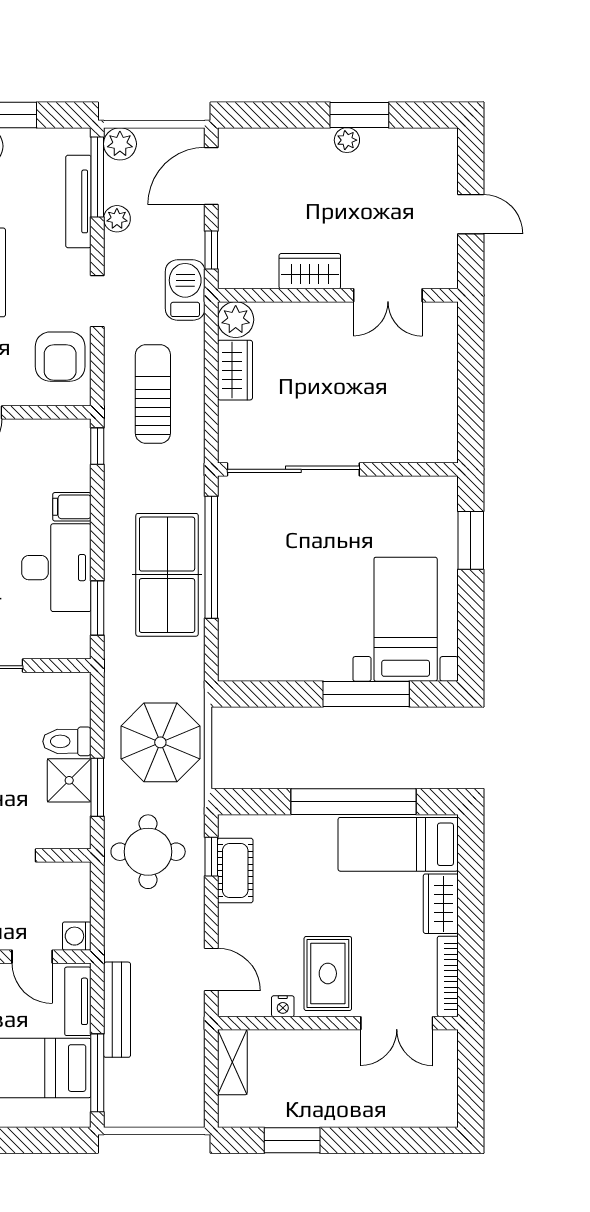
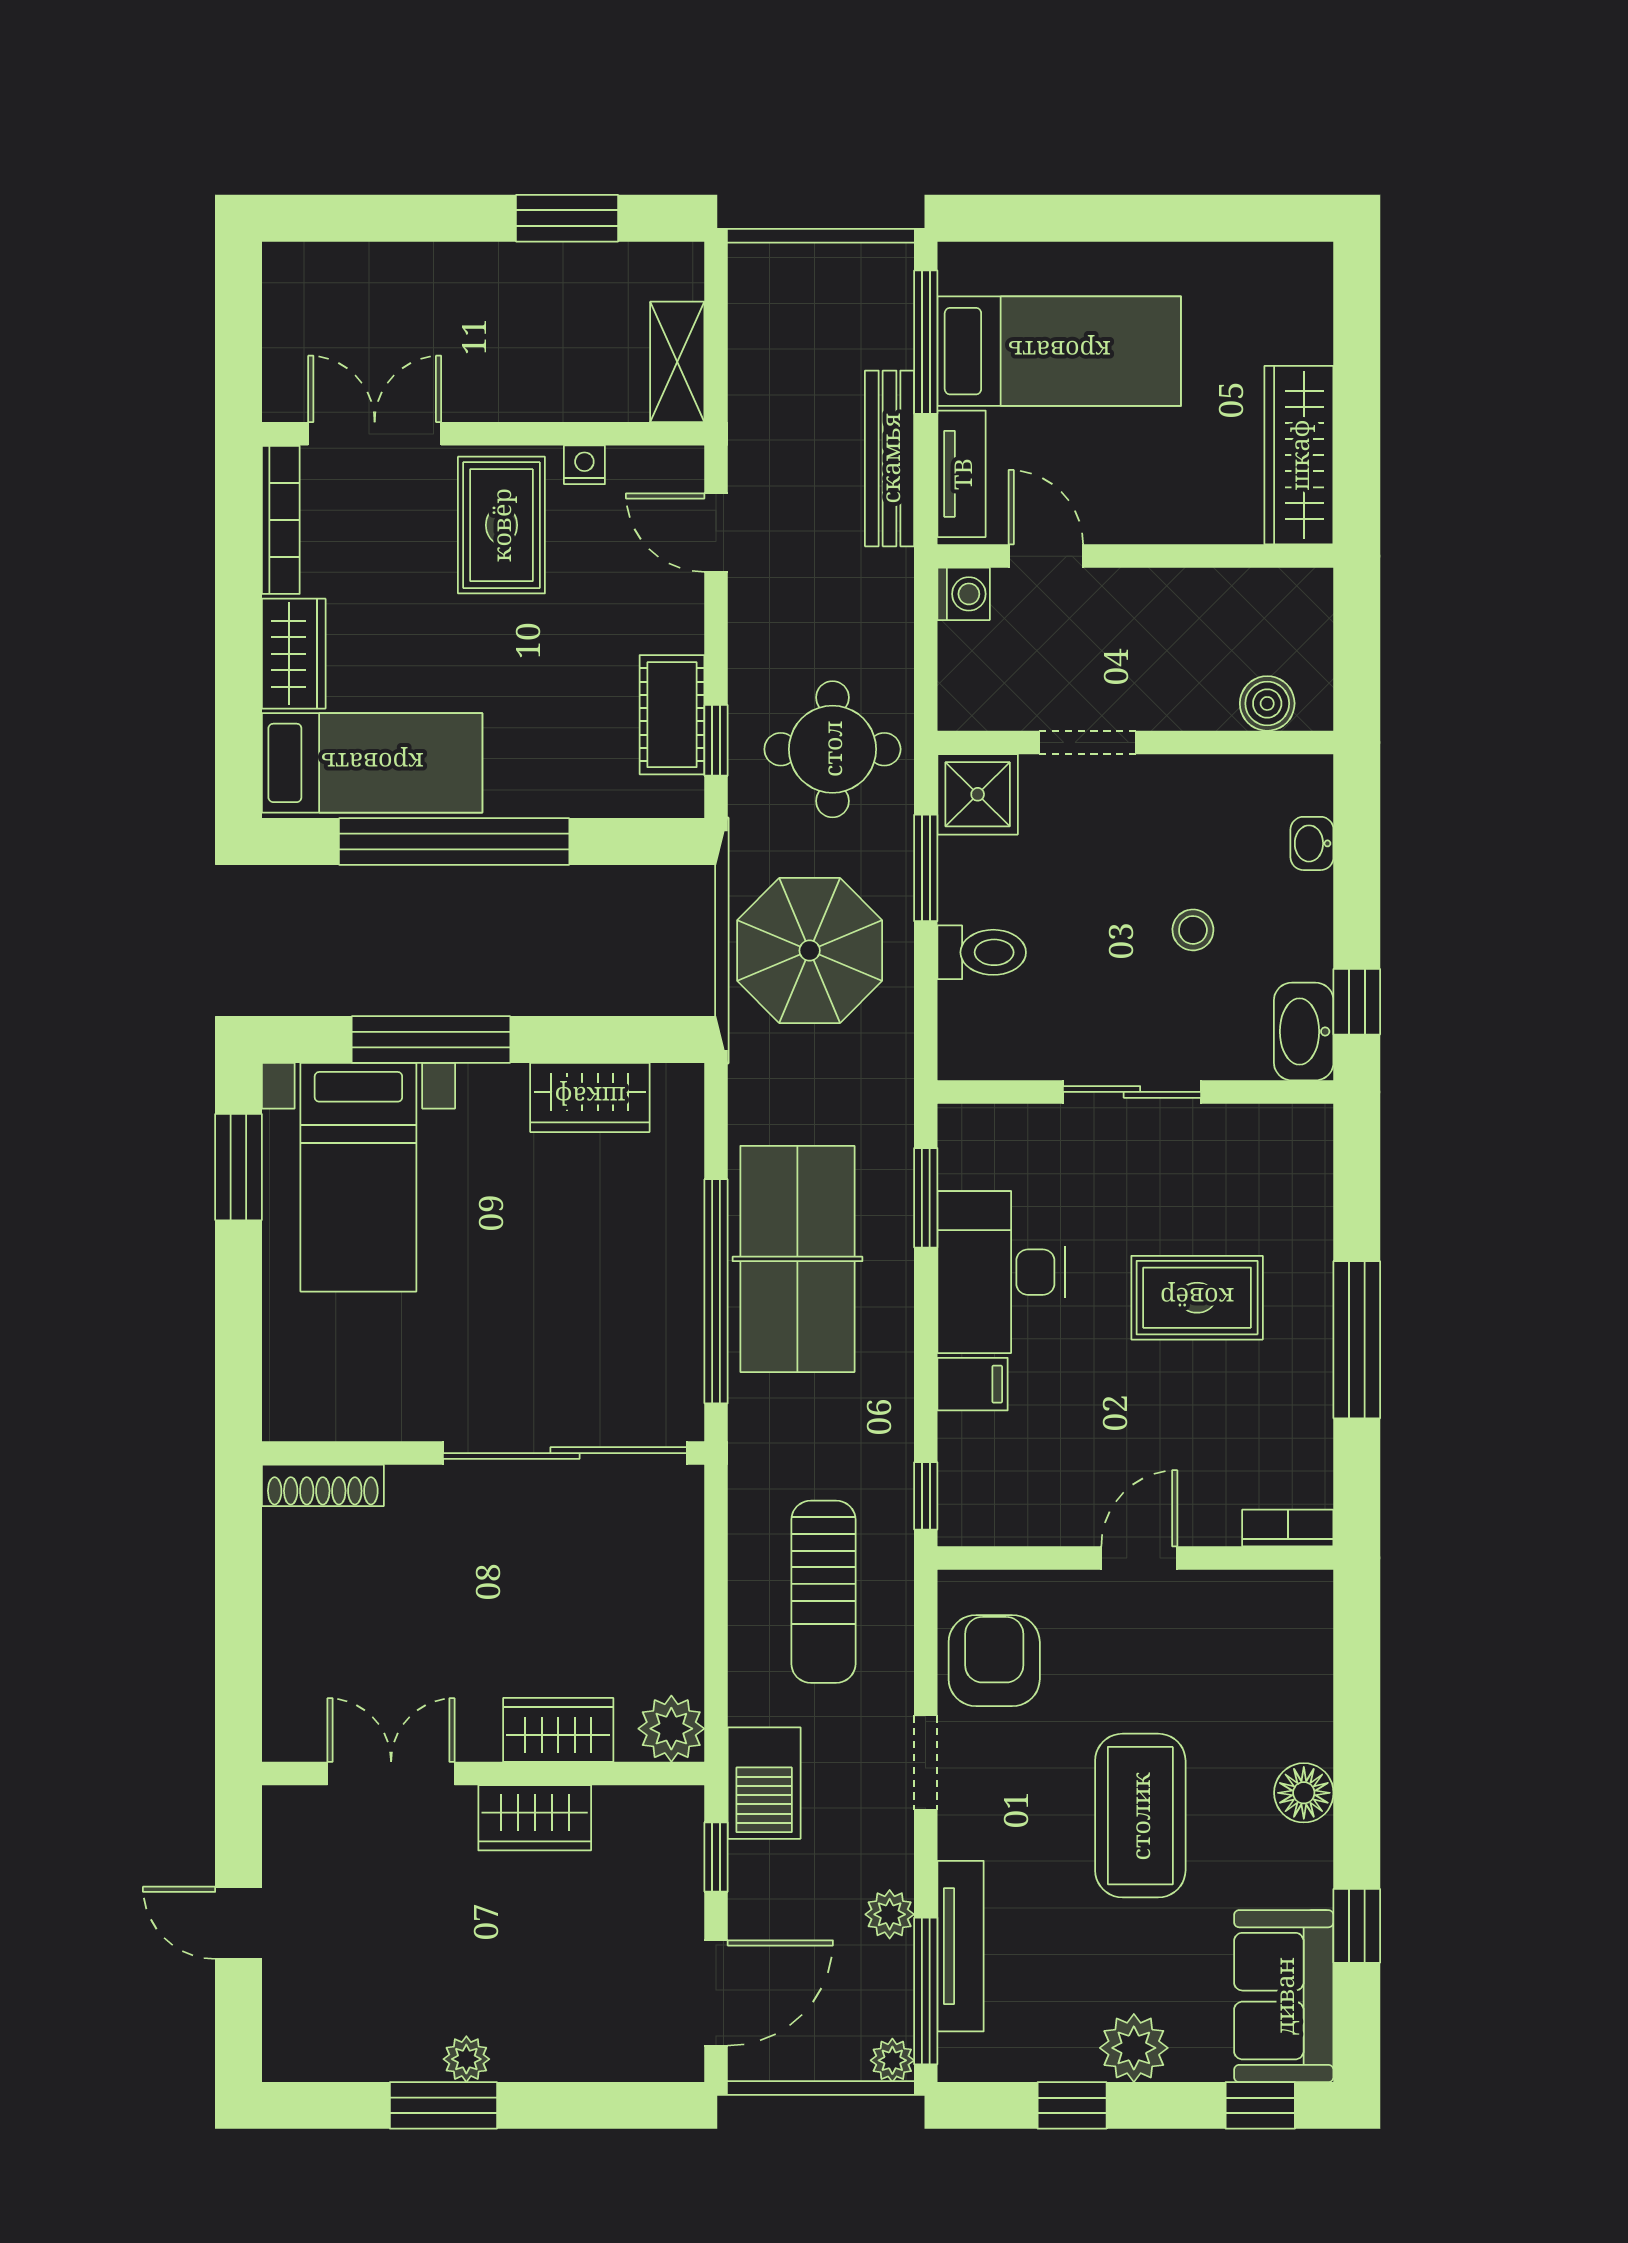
plant: (120, 144) -> (892, 2060), width x0.73, depth x0.73
wardrobe: (235, 370) -> (558, 1730), moved, turned 90
shoe rack: (425, 452) -> (323, 1485), added
window: (471, 540) -> (238, 1167), moved
wardrobe: (280, 663) -> (590, 1097), added
shower: (69, 780) -> (978, 794), moved

